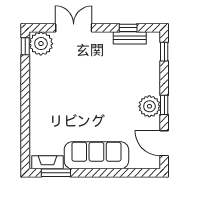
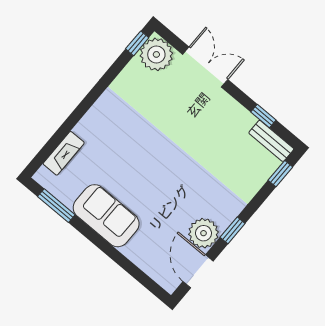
bench: (130, 38) -> (271, 141), moved
plant: (149, 106) -> (204, 233), moved
sofa: (96, 155) -> (106, 216), width x0.73
fireplace: (48, 162) -> (64, 153), moved, turned 90

